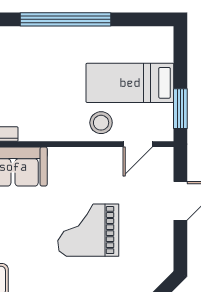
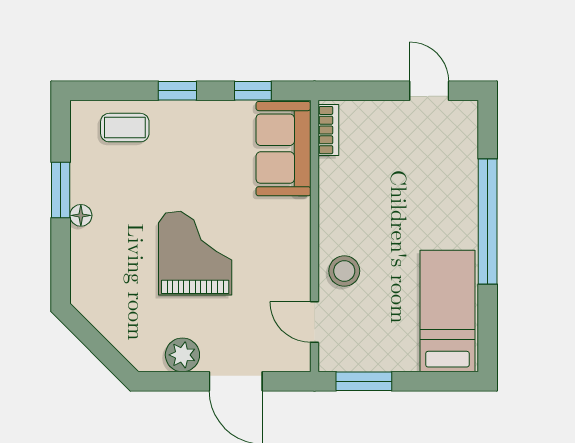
bed: (130, 83) -> (447, 311), moved
plant: (161, 239) -> (182, 355), added

